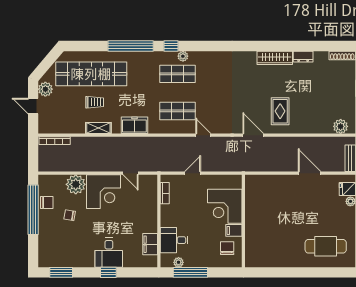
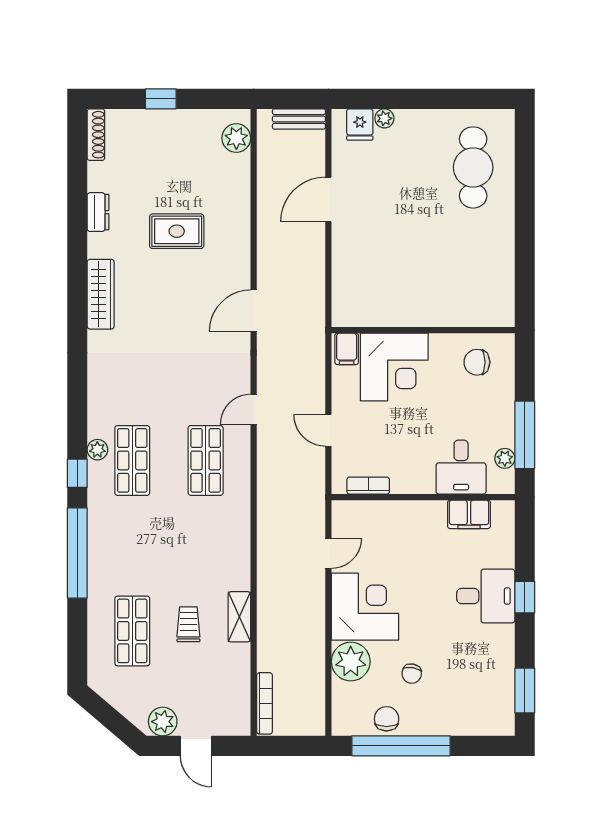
wardrobe: (275, 58) -> (101, 294), moved
shop shelf: (91, 74) -> (132, 631), width x0.50, depth x0.74
door: (33, 106) -> (196, 746), hinge flipped
rug: (280, 111) -> (177, 231), moved
freezer: (134, 125) -> (234, 545), removed
filing cabinet: (234, 230) -> (347, 349), moved

